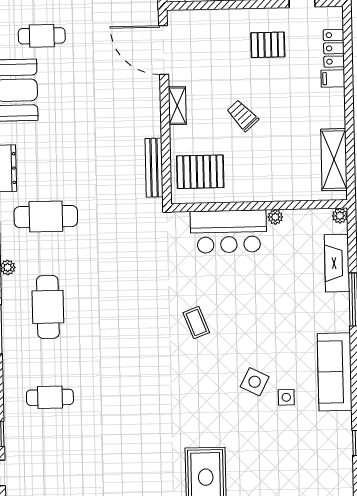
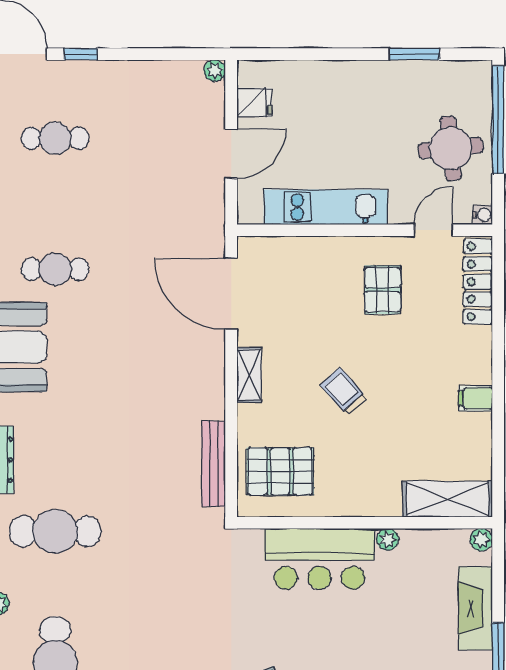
pallet: (268, 45) -> (382, 290), turned 90
locker: (334, 48) -> (478, 282), width x1.53
filing cabinet: (333, 78) -> (476, 398), moved
shelving: (334, 160) -> (448, 499), moved, turned 90

